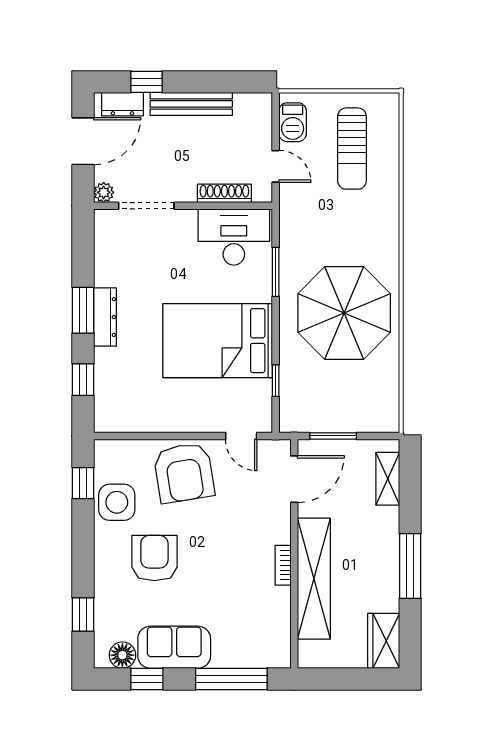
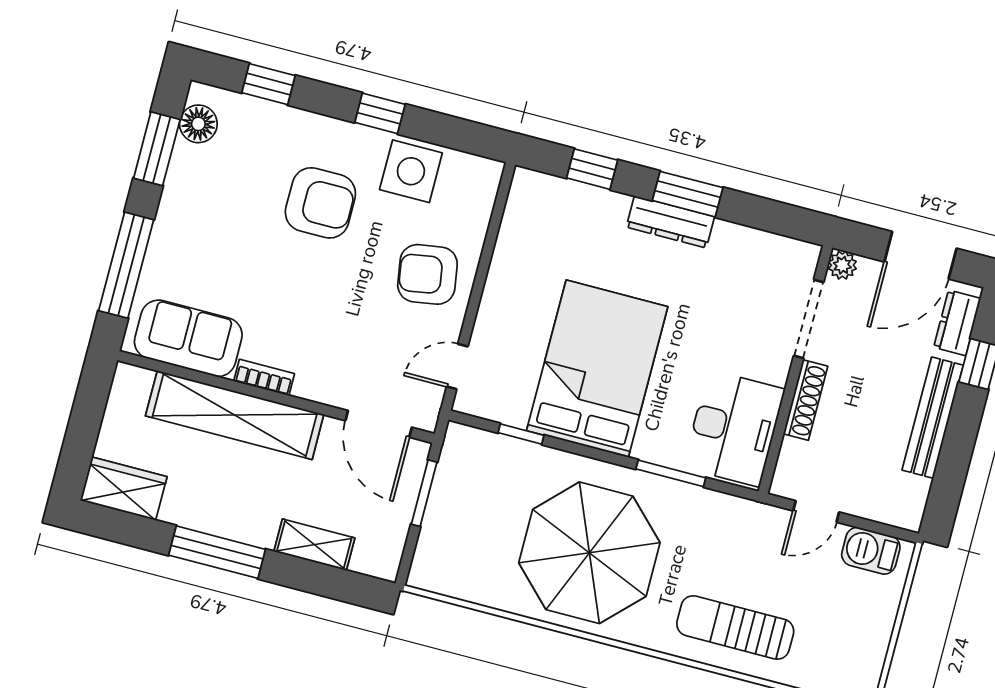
door: (83, 141) -> (920, 255), hinge flipped
sun lounger: (352, 149) -> (735, 627), moved
shoe rack: (224, 193) -> (806, 400), moved
armchair: (184, 473) -> (427, 274), width x0.73, depth x0.73
shelving: (388, 479) -> (314, 545), moved
window: (83, 483) -> (380, 113), moved
sofa: (174, 647) -> (188, 338), moved, turned -90
window: (147, 679) -> (157, 149), width x1.50

